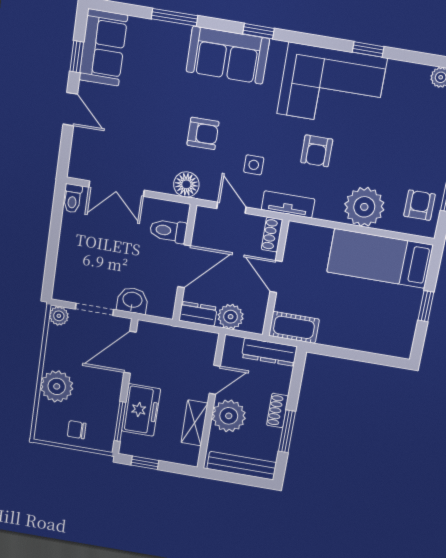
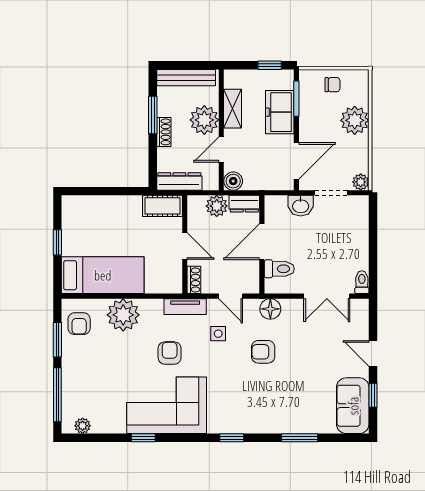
sofa: (228, 55) -> (253, 416), removed
double door: (116, 189) -> (327, 296), swing flipped
boiler: (207, 342) -> (233, 181), added

